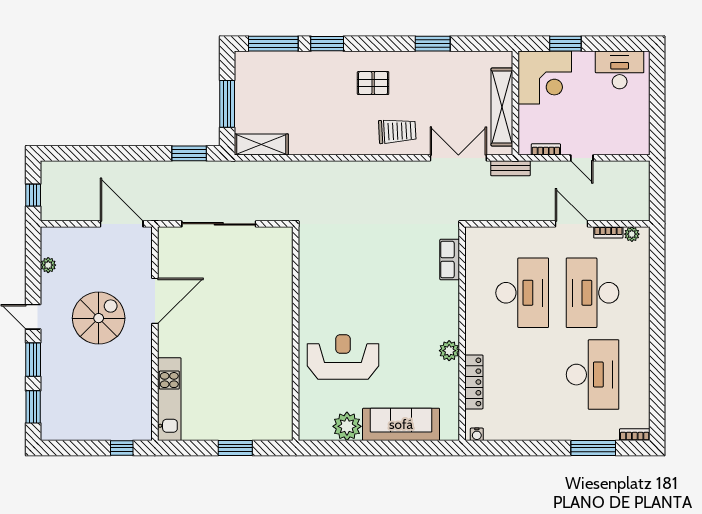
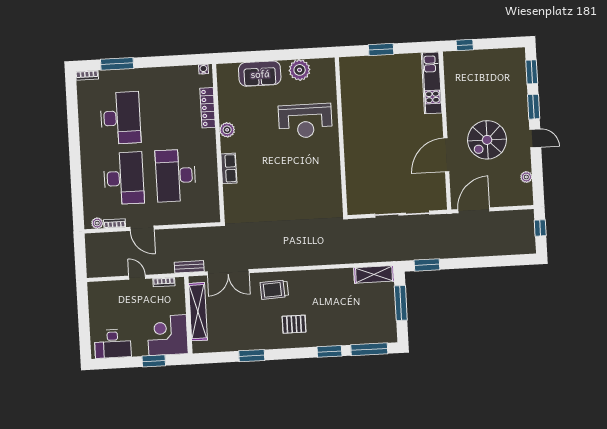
door: (122, 224) -> (474, 210), swing flipped
row of seats: (450, 260) -> (229, 168), moved
desk: (593, 375) -> (120, 118), turned 180
sofa: (401, 424) -> (260, 74), width x0.73

